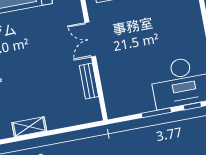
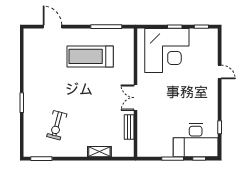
shelving: (29, 127) -> (99, 152), moved

